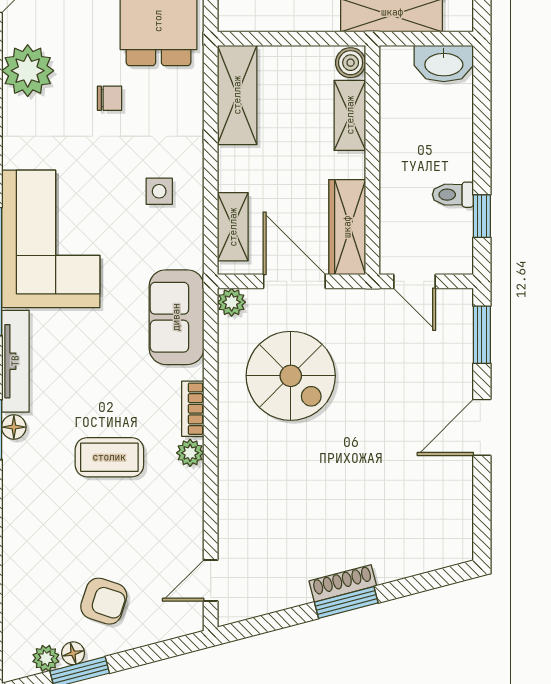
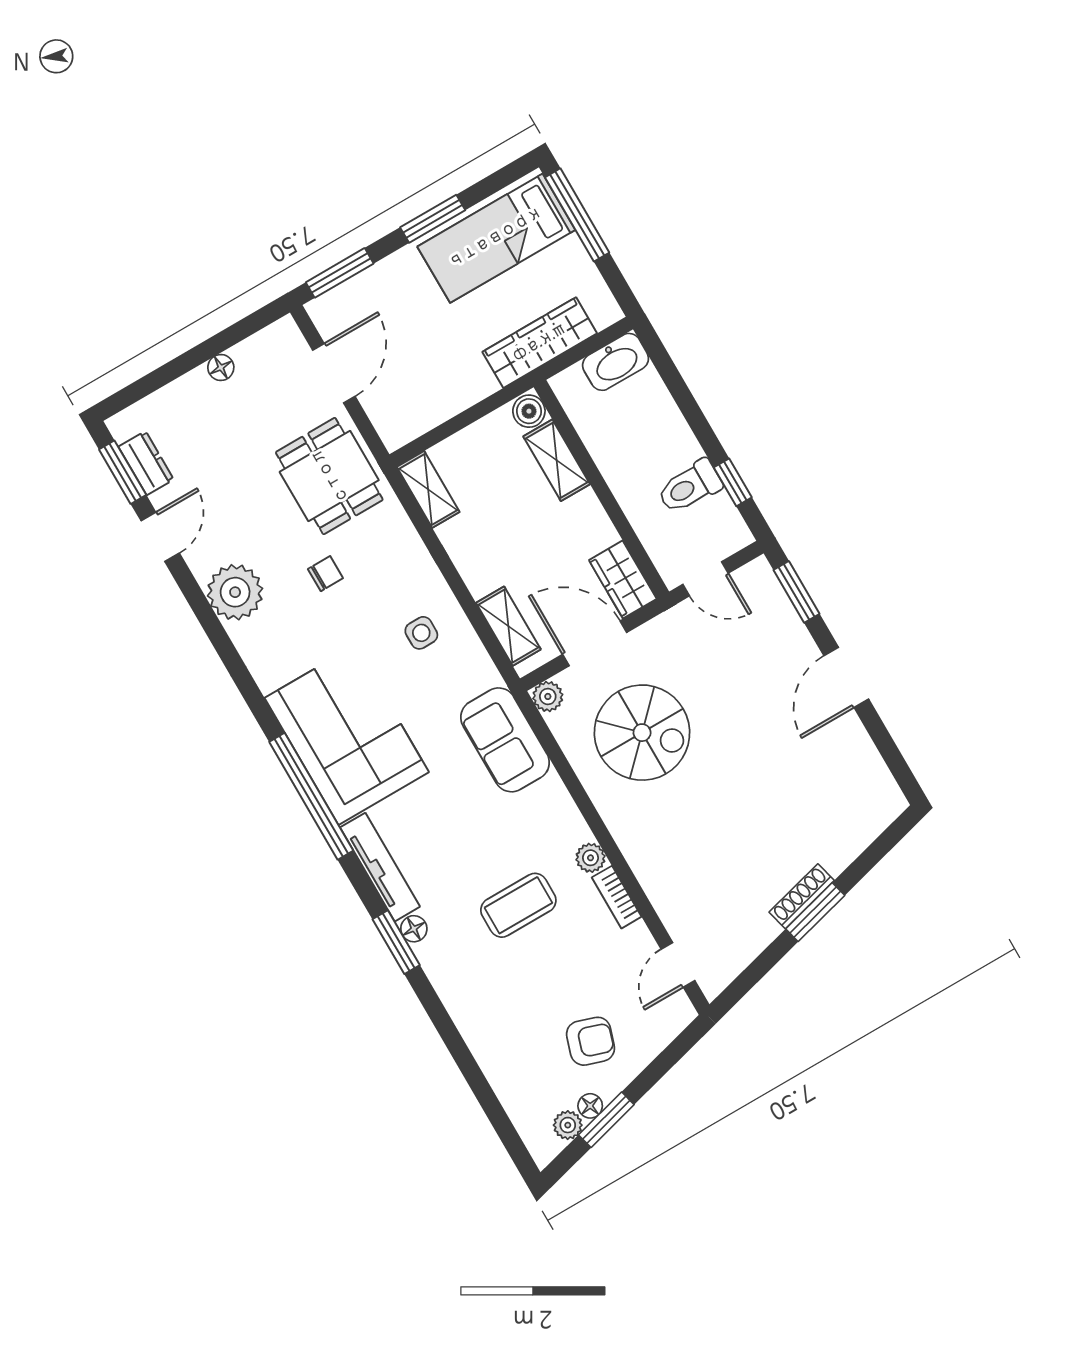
shelving: (237, 95) -> (428, 489), width x0.67, depth x0.75
toilet: (453, 195) -> (690, 487), width x1.37, depth x1.39
wardrobe: (347, 227) -> (623, 579), width x0.67
bookcase: (193, 409) -> (617, 897), moved

